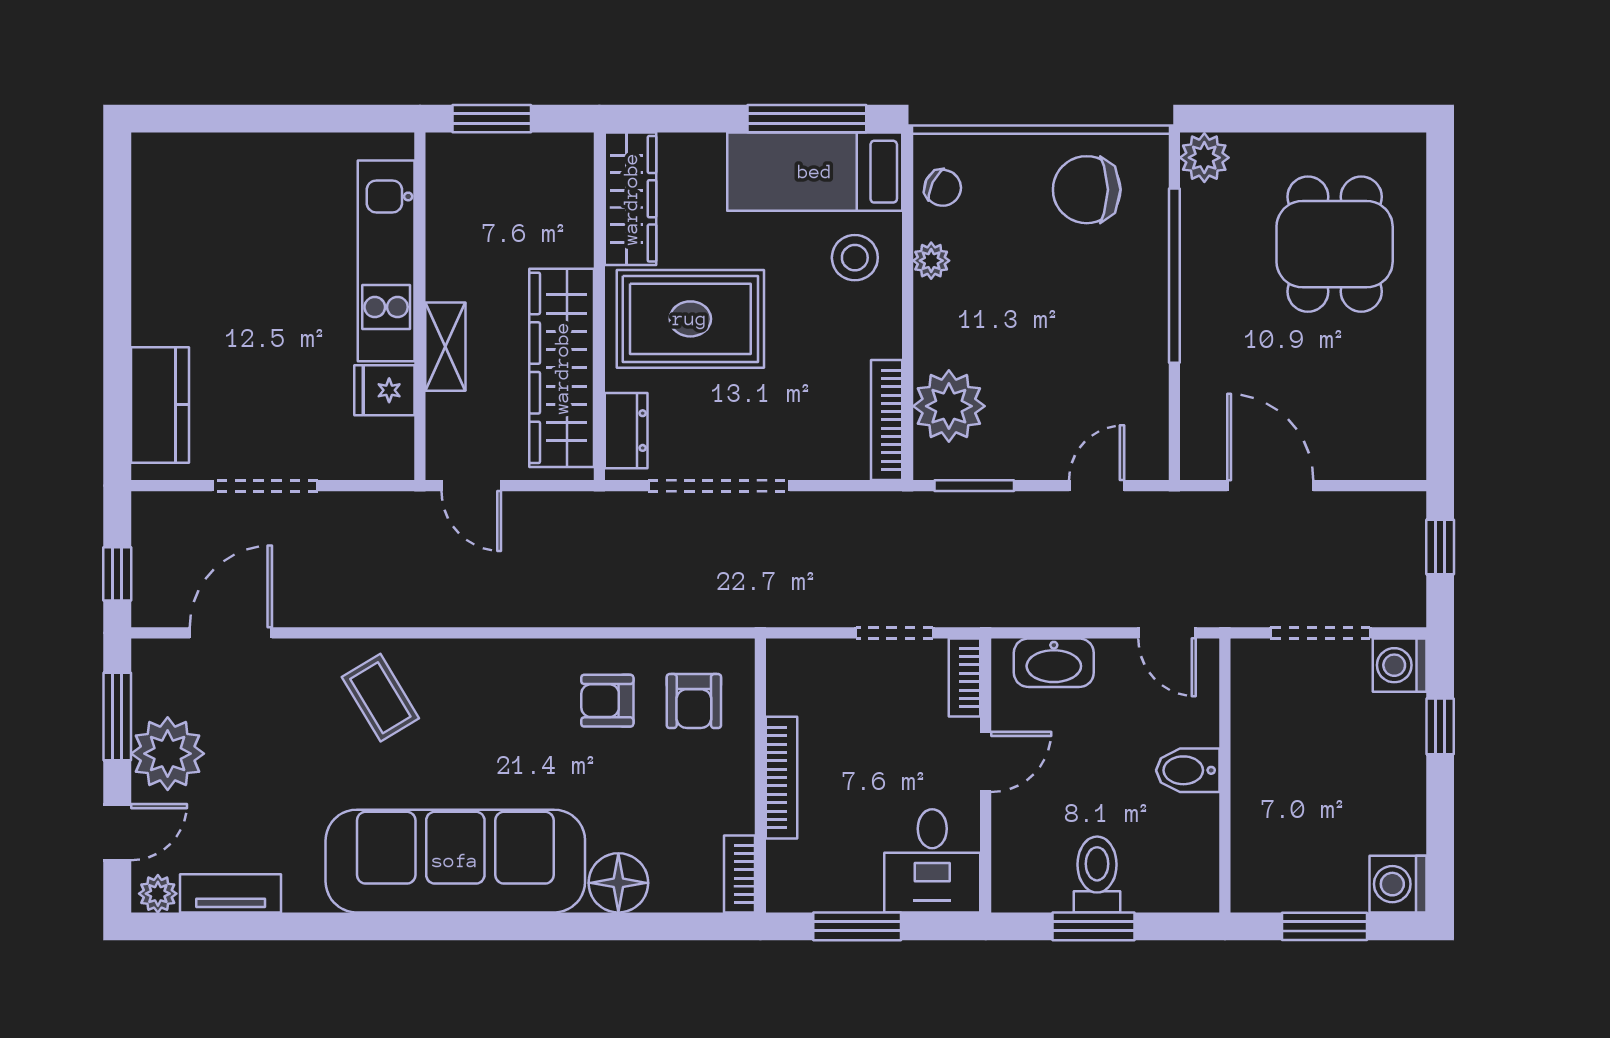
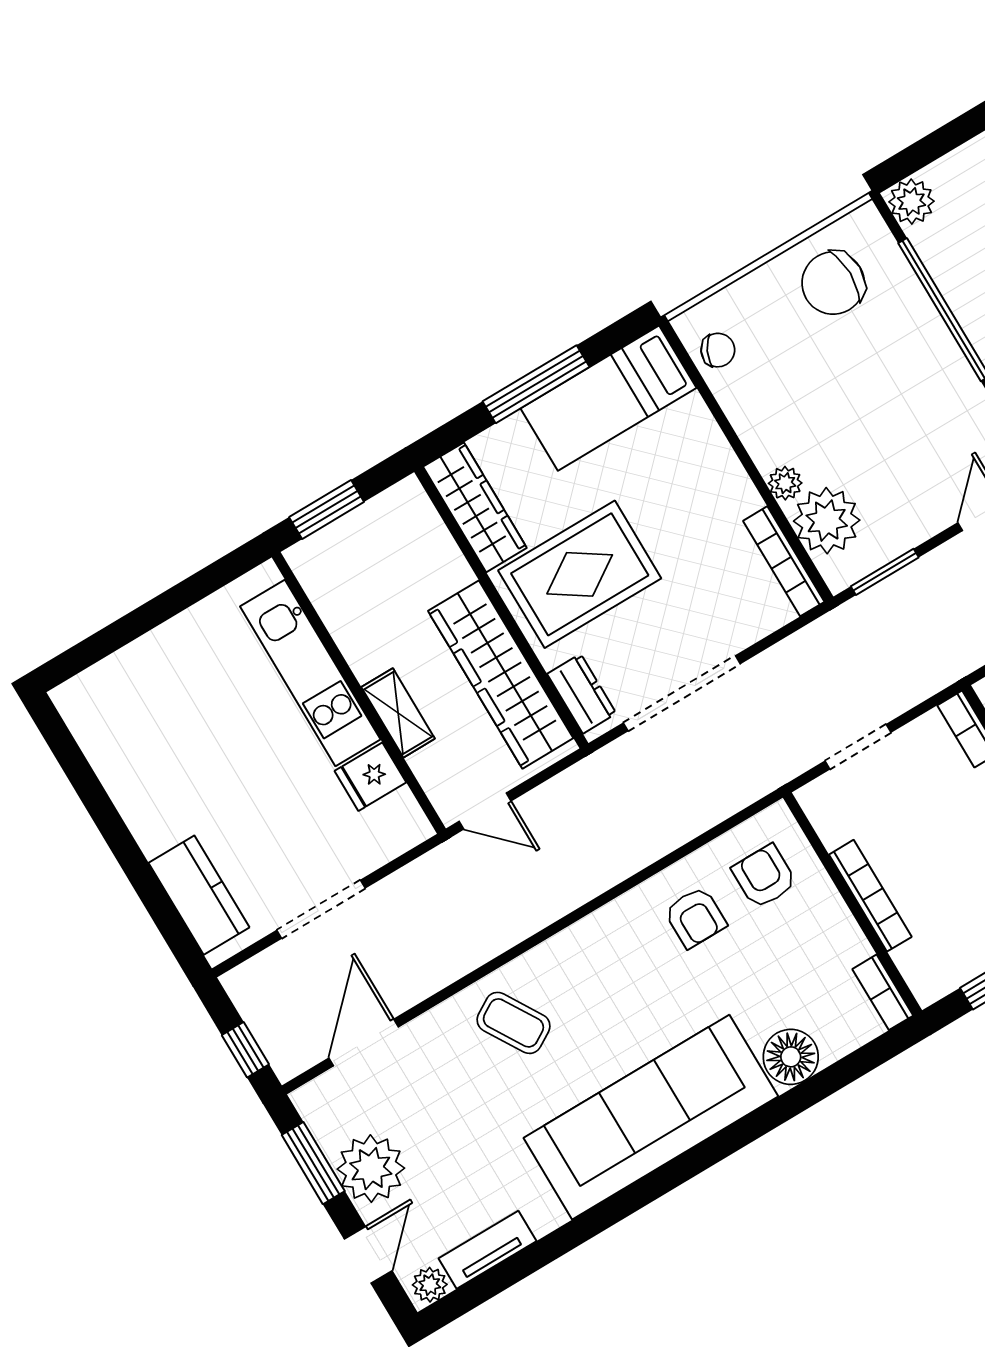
window: (807, 119) -> (536, 384), moved
stool: (855, 258) -> (681, 447), removed
plant: (931, 261) -> (785, 483), moved
doorway: (894, 633) -> (858, 747), moved
armchair: (607, 701) -> (695, 917), turned -90
armchair: (694, 701) -> (764, 876), turned 180

